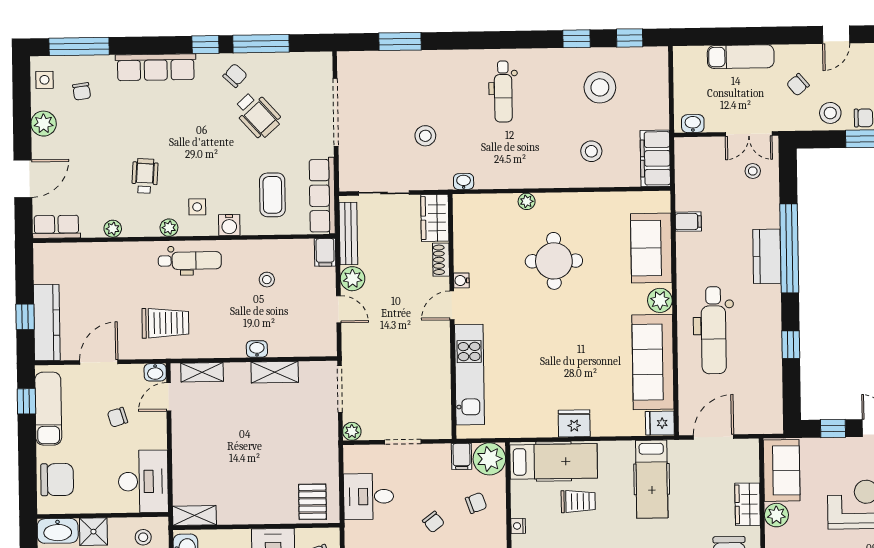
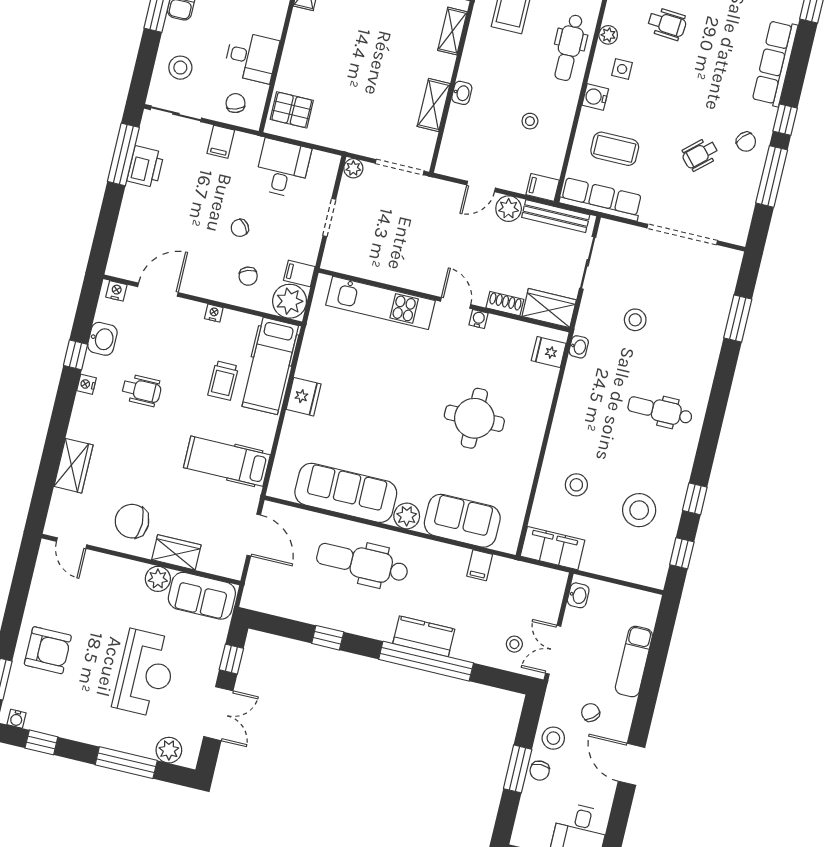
door: (836, 35) -> (632, 764), width x1.38
wheelchair: (257, 115) -> (700, 154), width x0.73, depth x0.73
plant: (527, 201) -> (542, 406), removed
fridge: (660, 423) -> (549, 352), moved, turned -90

